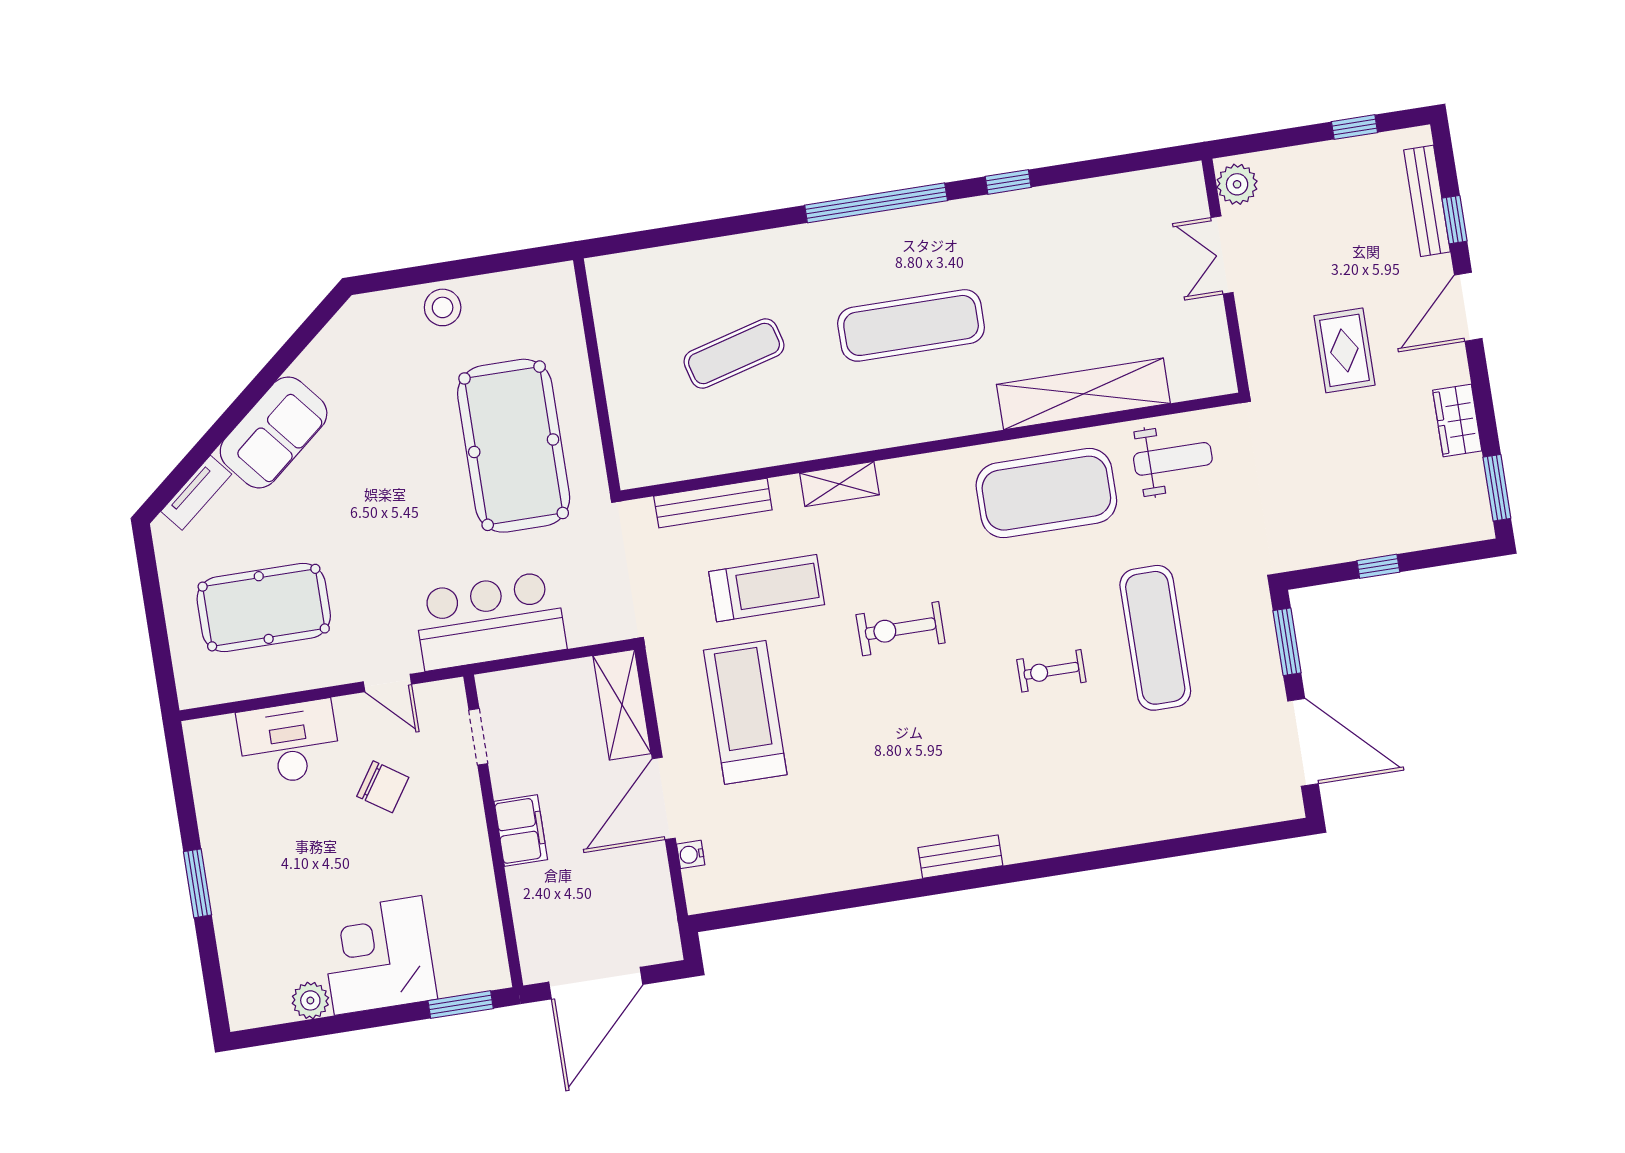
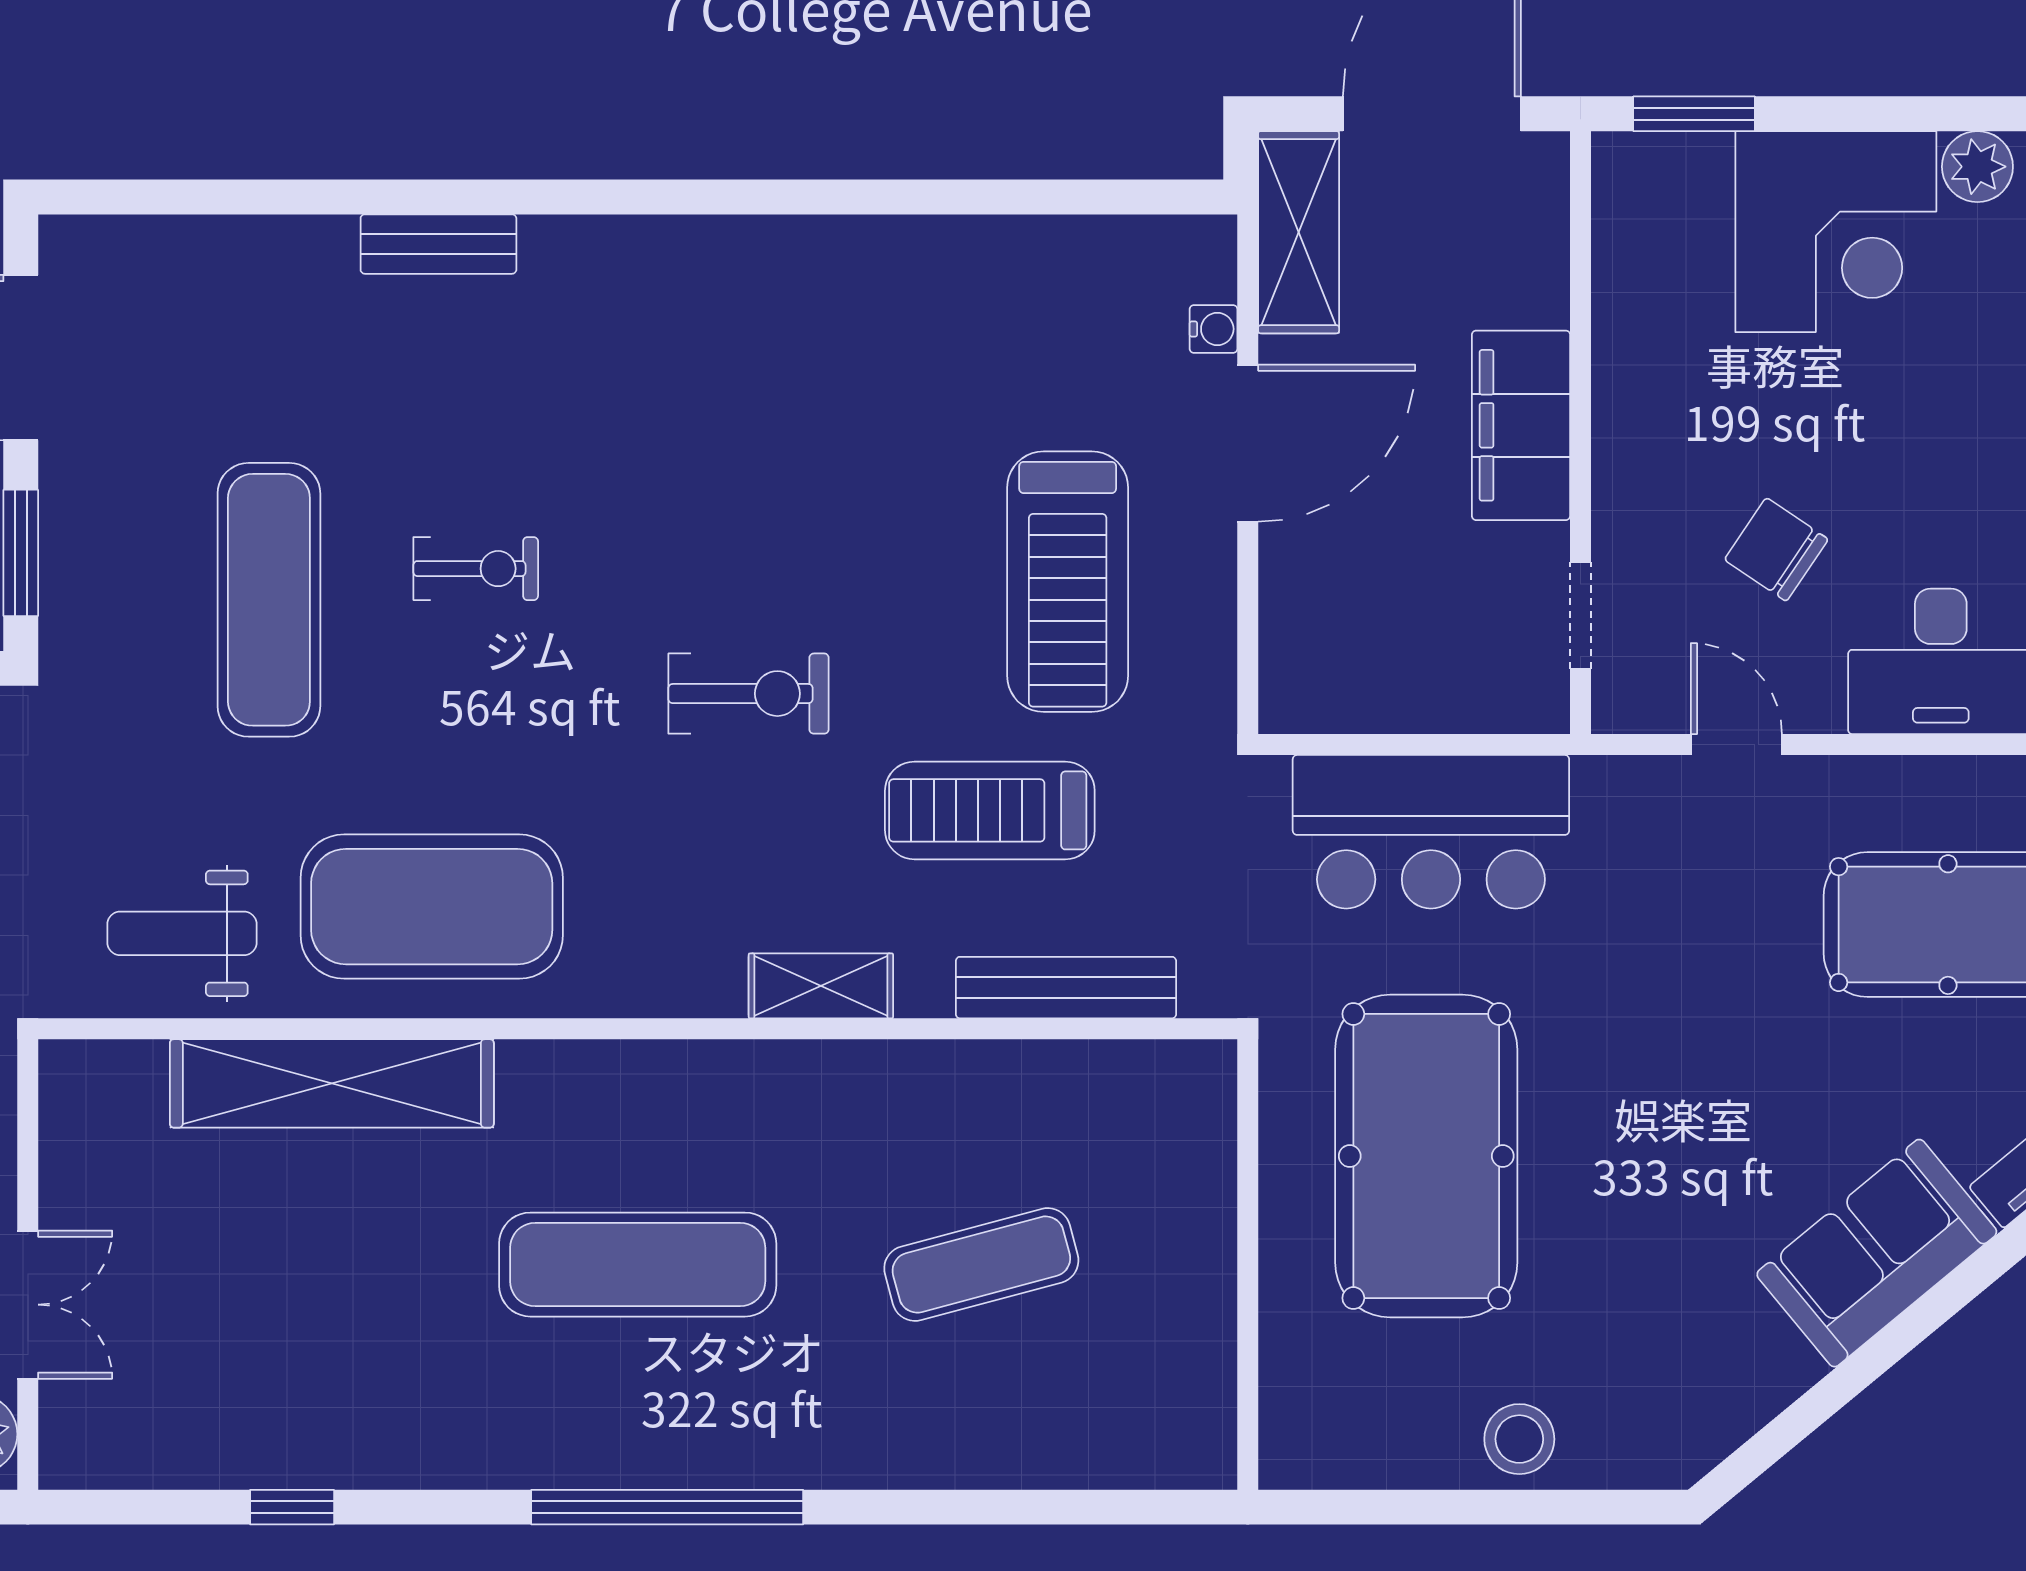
window: (1008, 182) -> (292, 1507), moved
bar counter: (490, 621) -> (1431, 832), moved
shelving: (622, 705) -> (1299, 232), moved
filing cabinet: (521, 830) -> (1521, 425), width x1.50, depth x1.17
bench: (960, 857) -> (438, 244), moved

